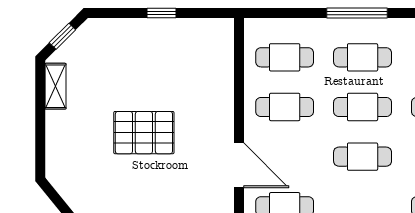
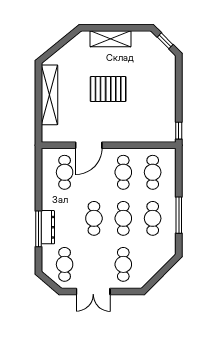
window: (161, 13) -> (179, 131), moved
shelving: (55, 86) -> (111, 39), moved, width x1.50, depth x1.33
pallet: (144, 133) -> (108, 89), turned 90

